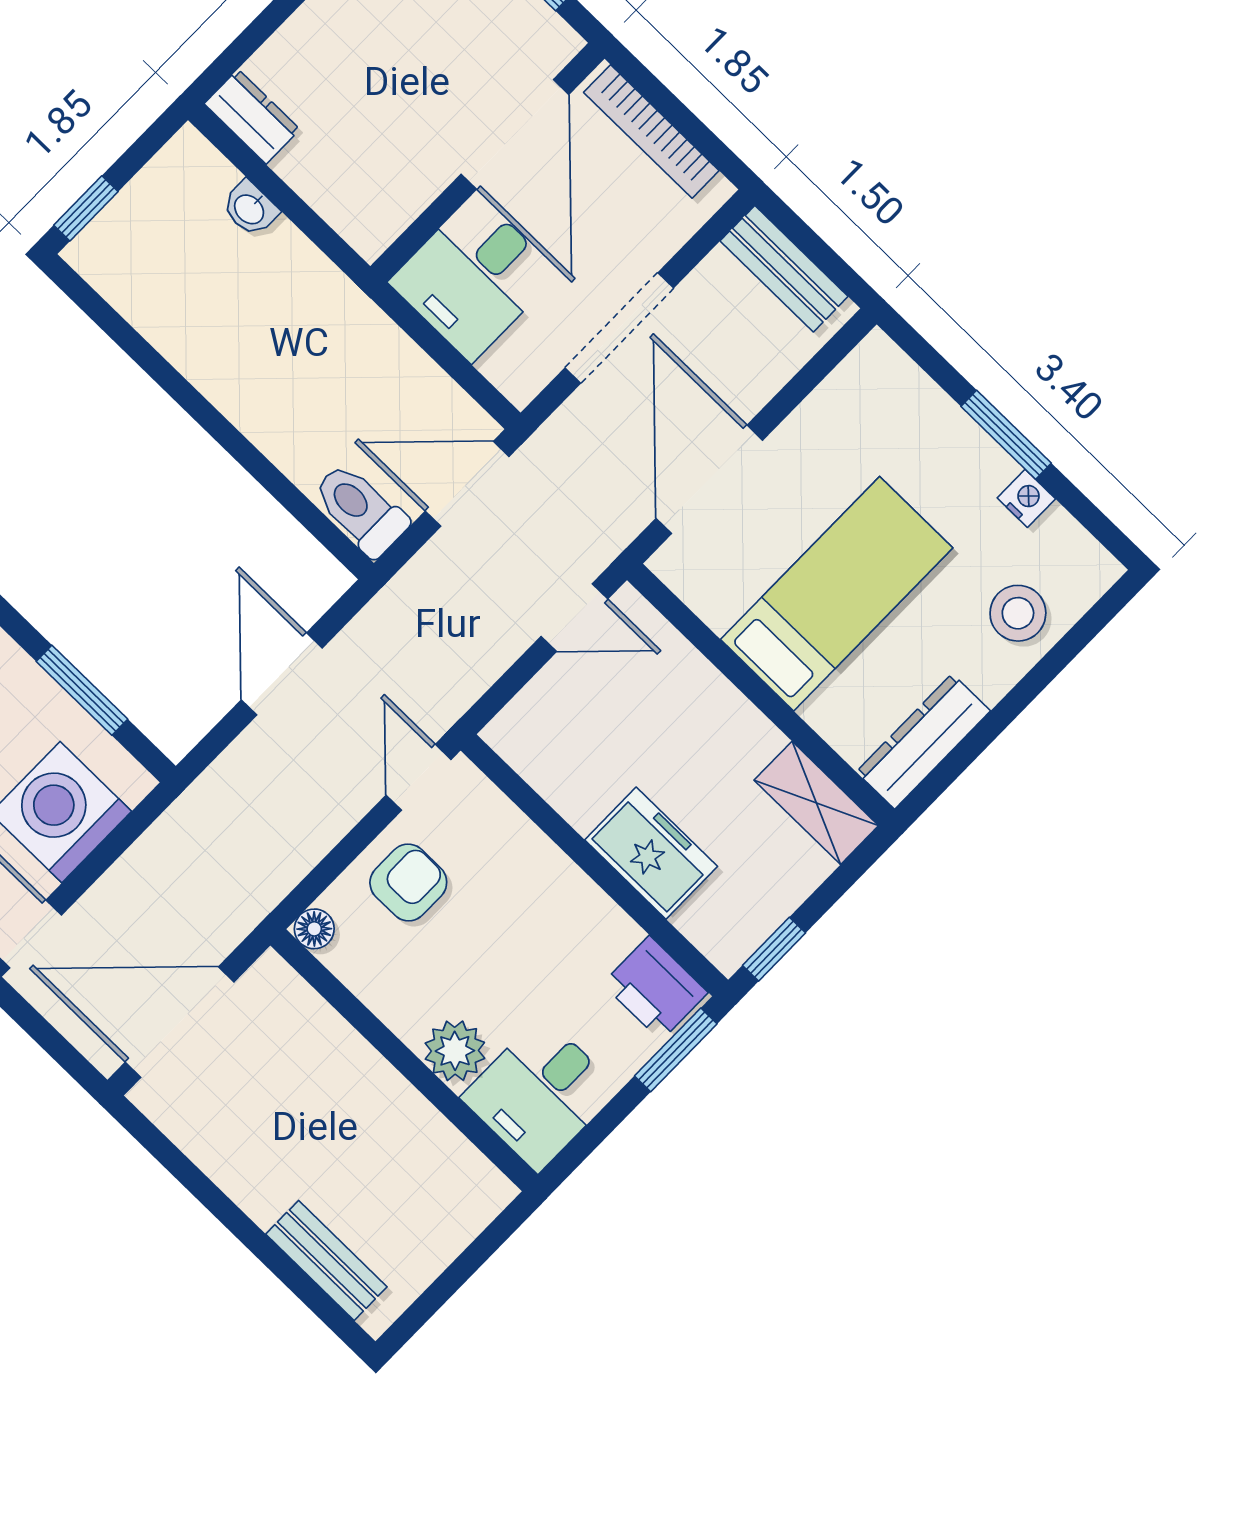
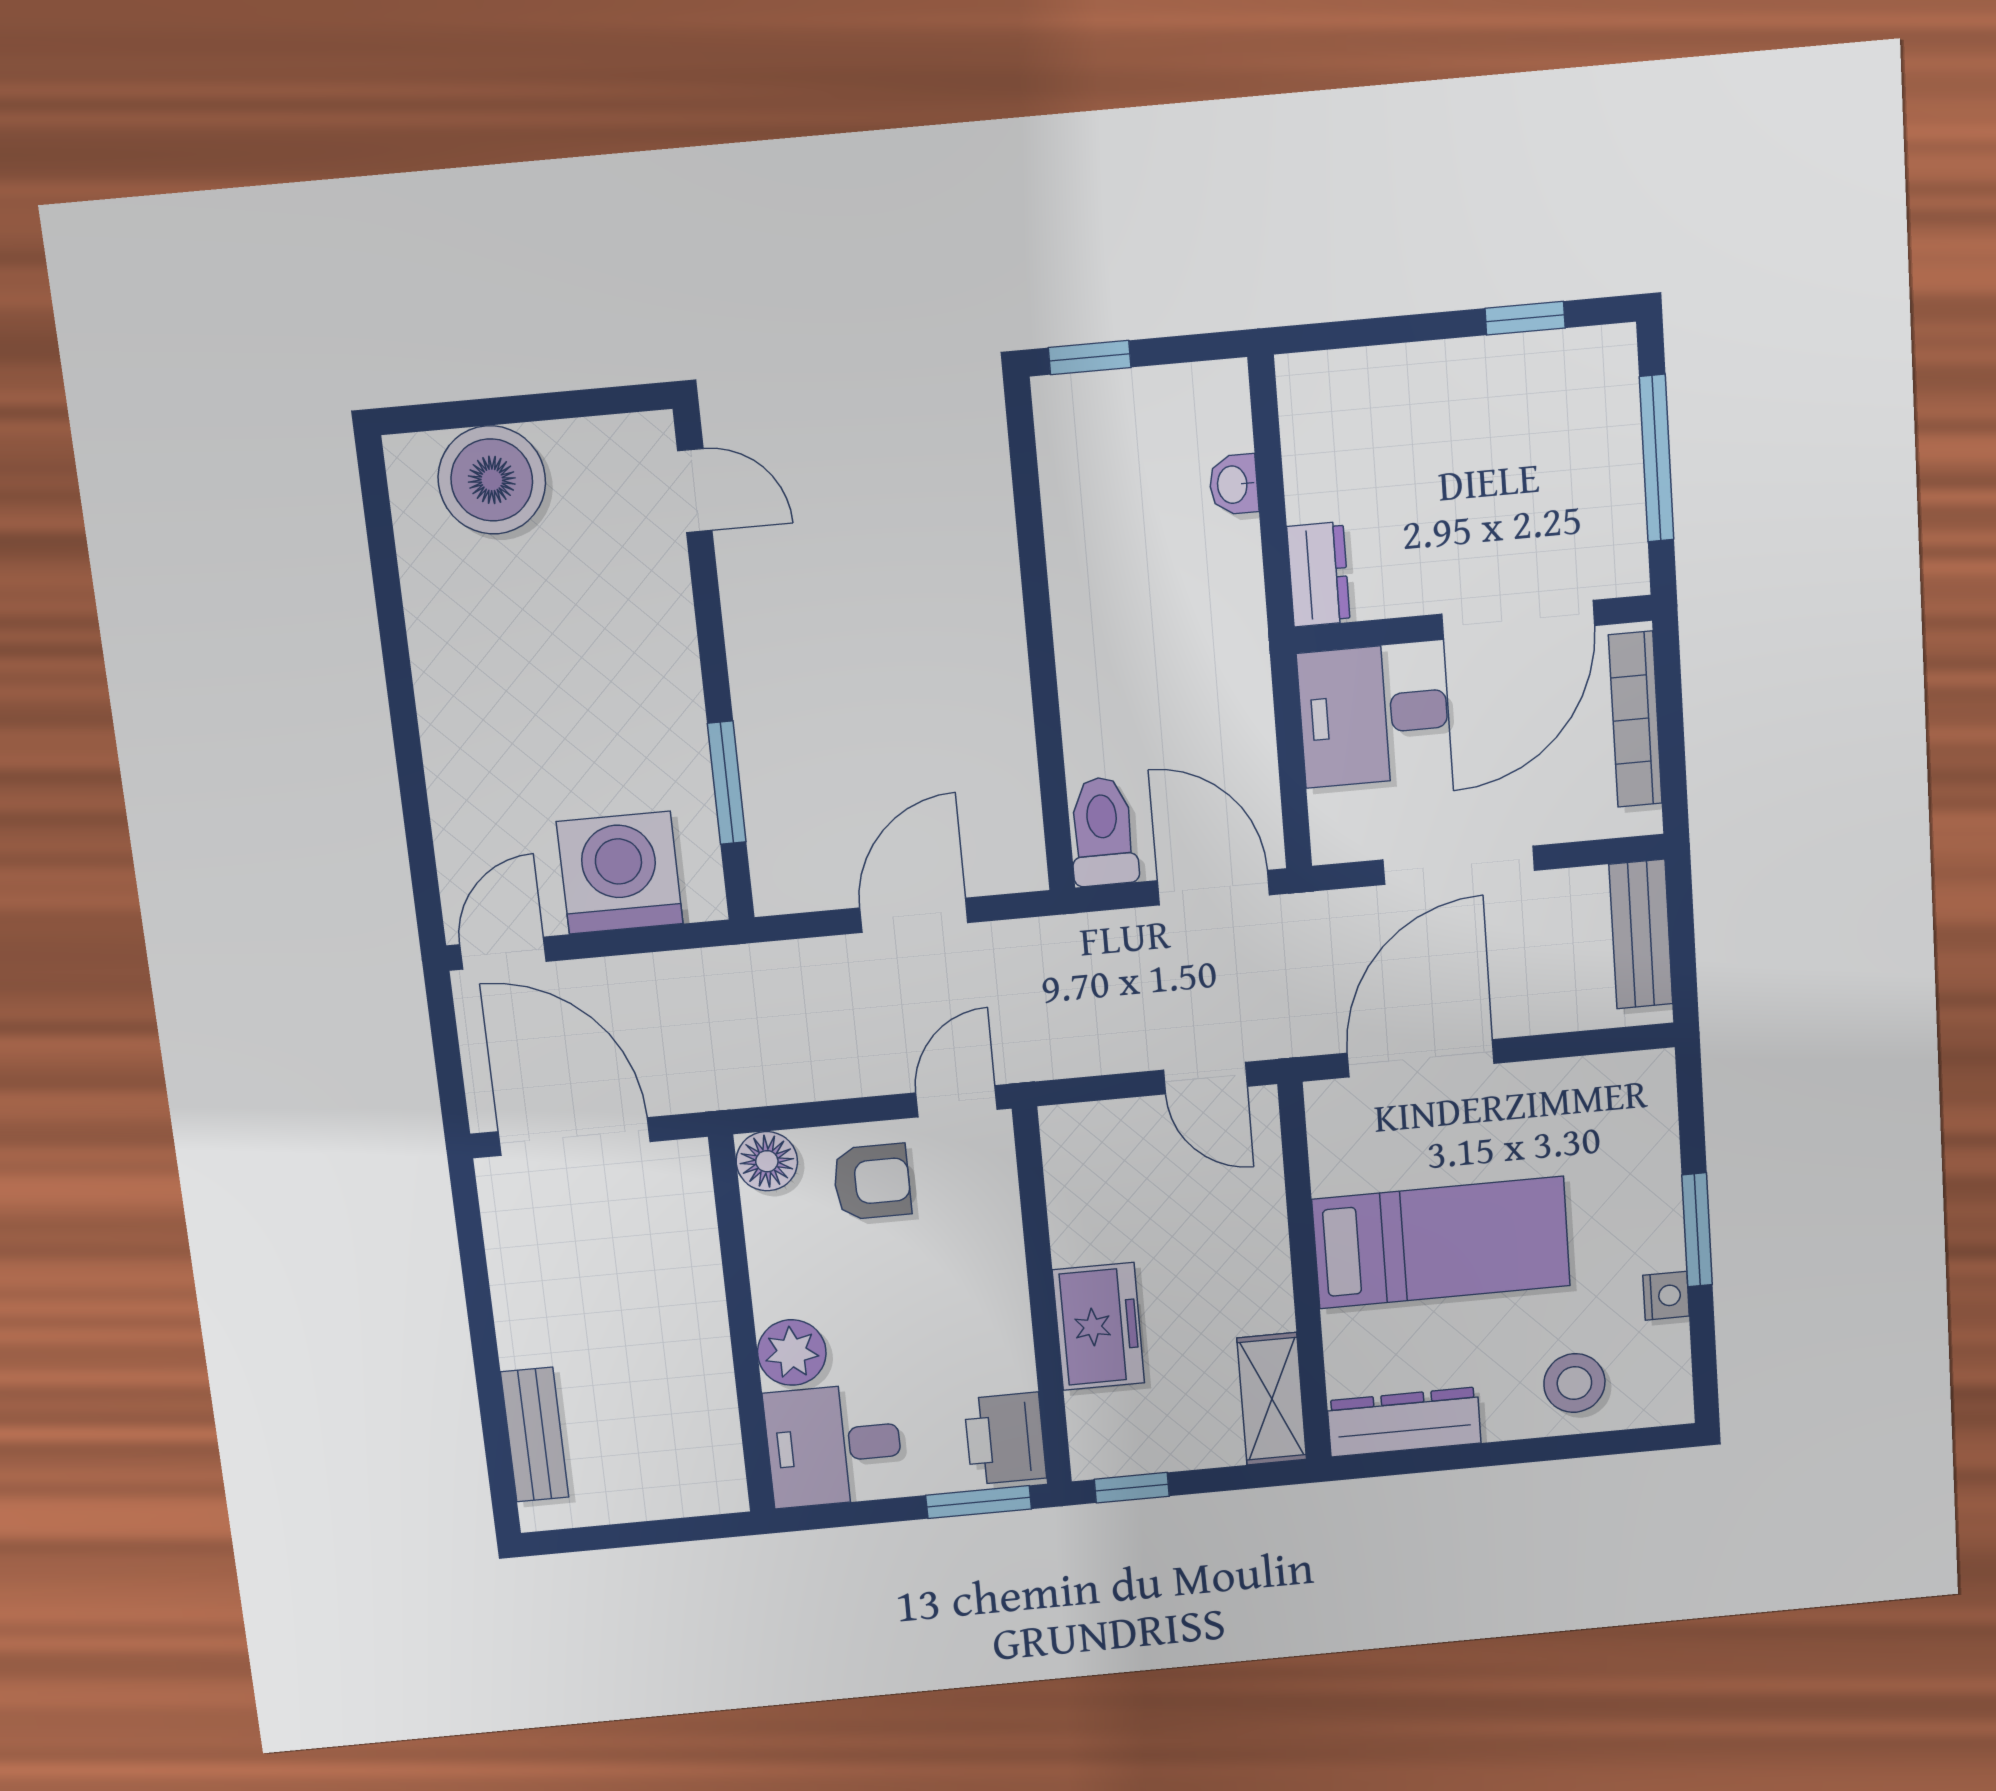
dresser: (252, 117) -> (1318, 574), moved
floor lamp: (314, 929) -> (767, 1161), width x1.37, depth x1.37

